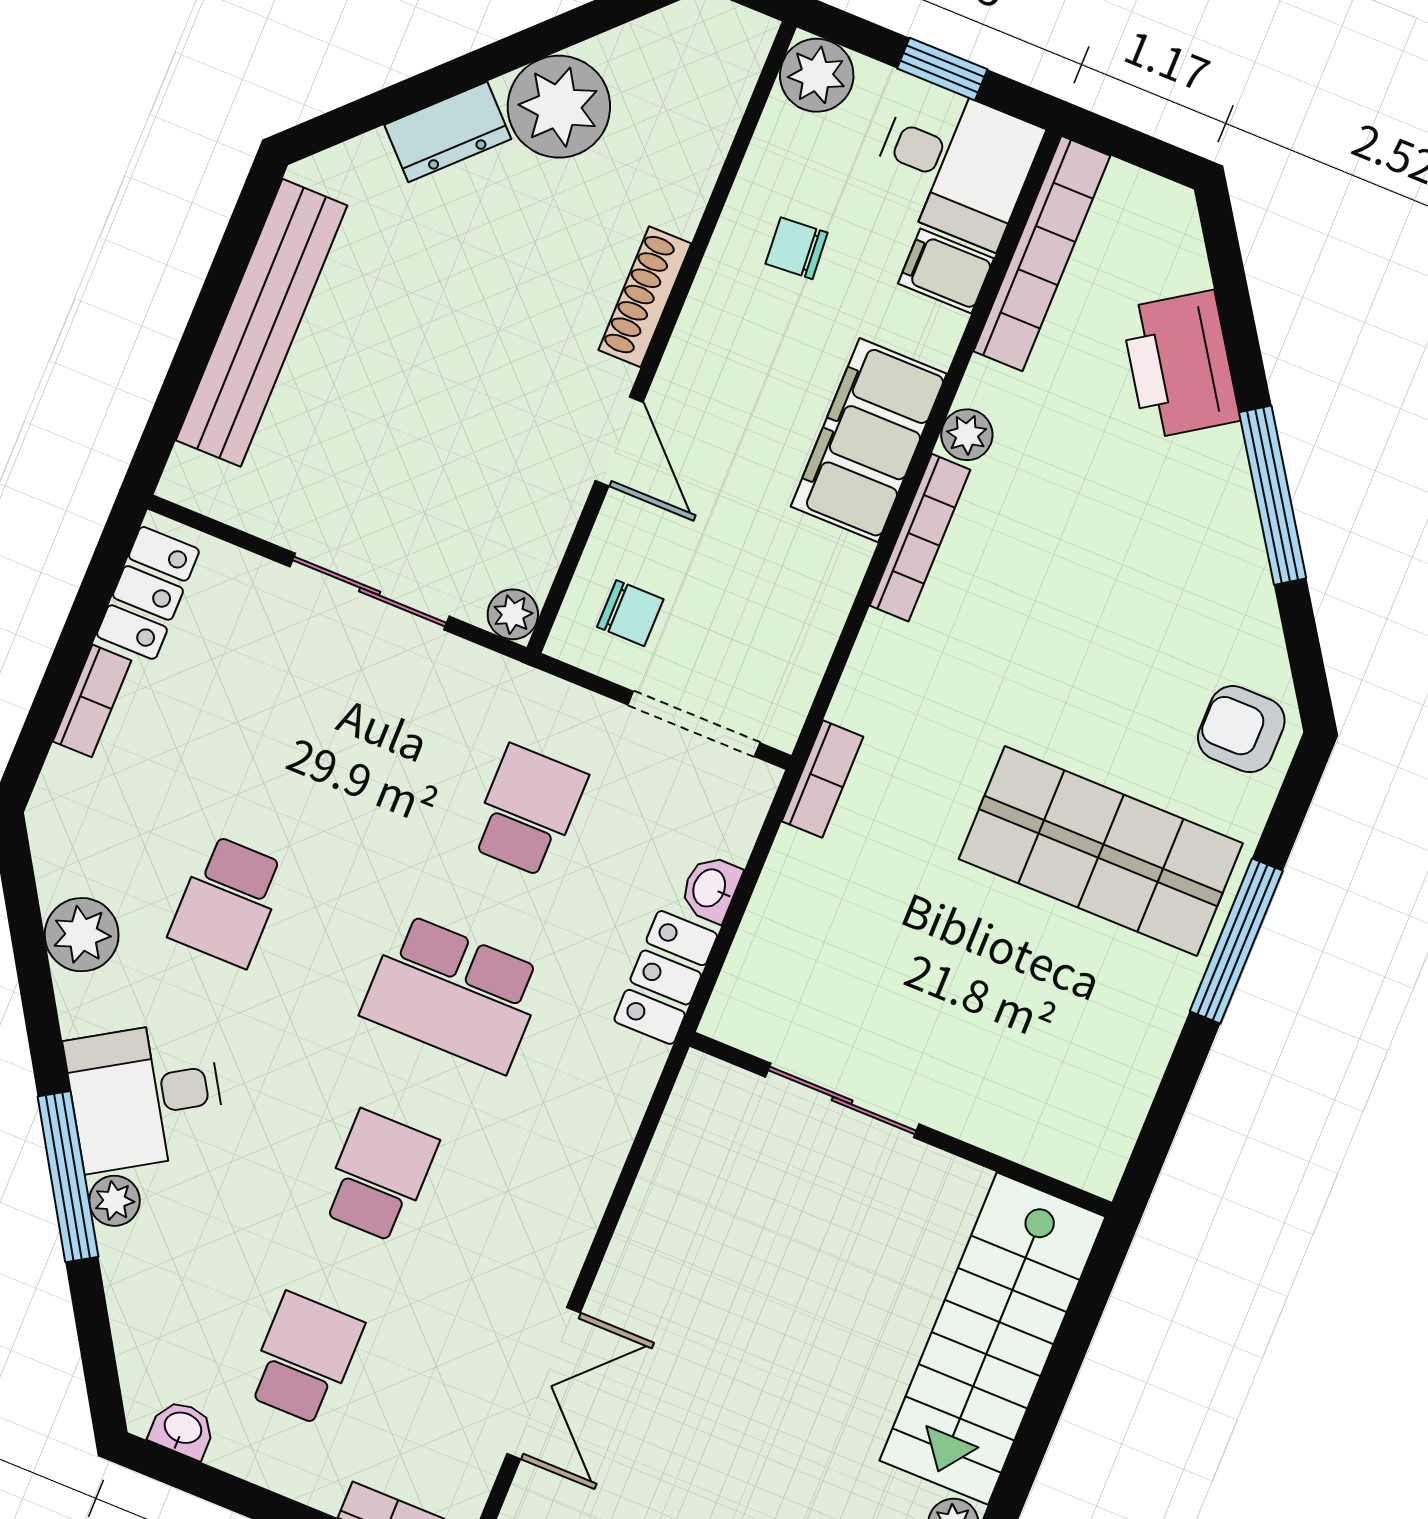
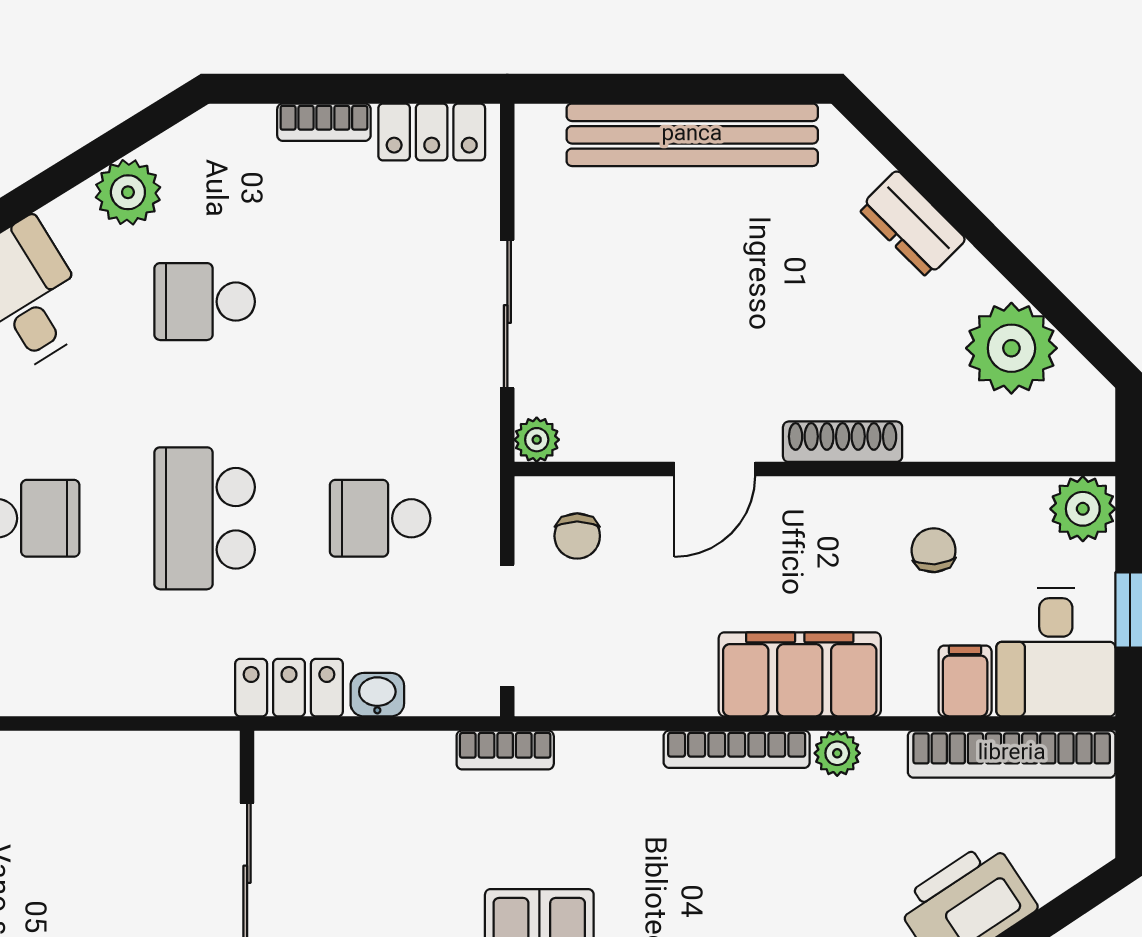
plant: (559, 107) -> (1011, 348), moved
school desk: (528, 811) -> (380, 518), turned 180

